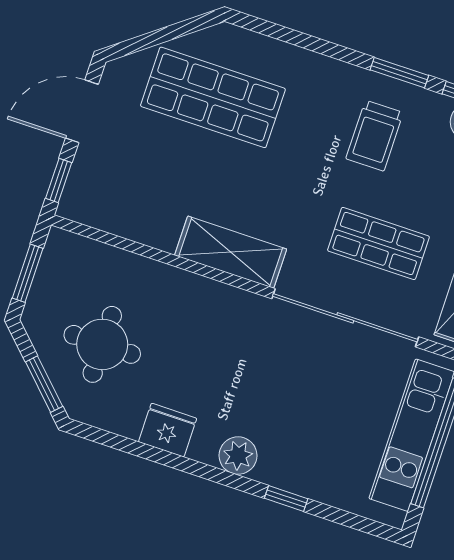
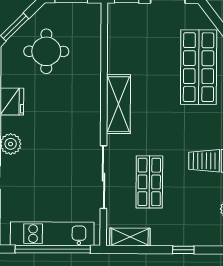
sliding door: (345, 318) -> (104, 177), width x0.73

